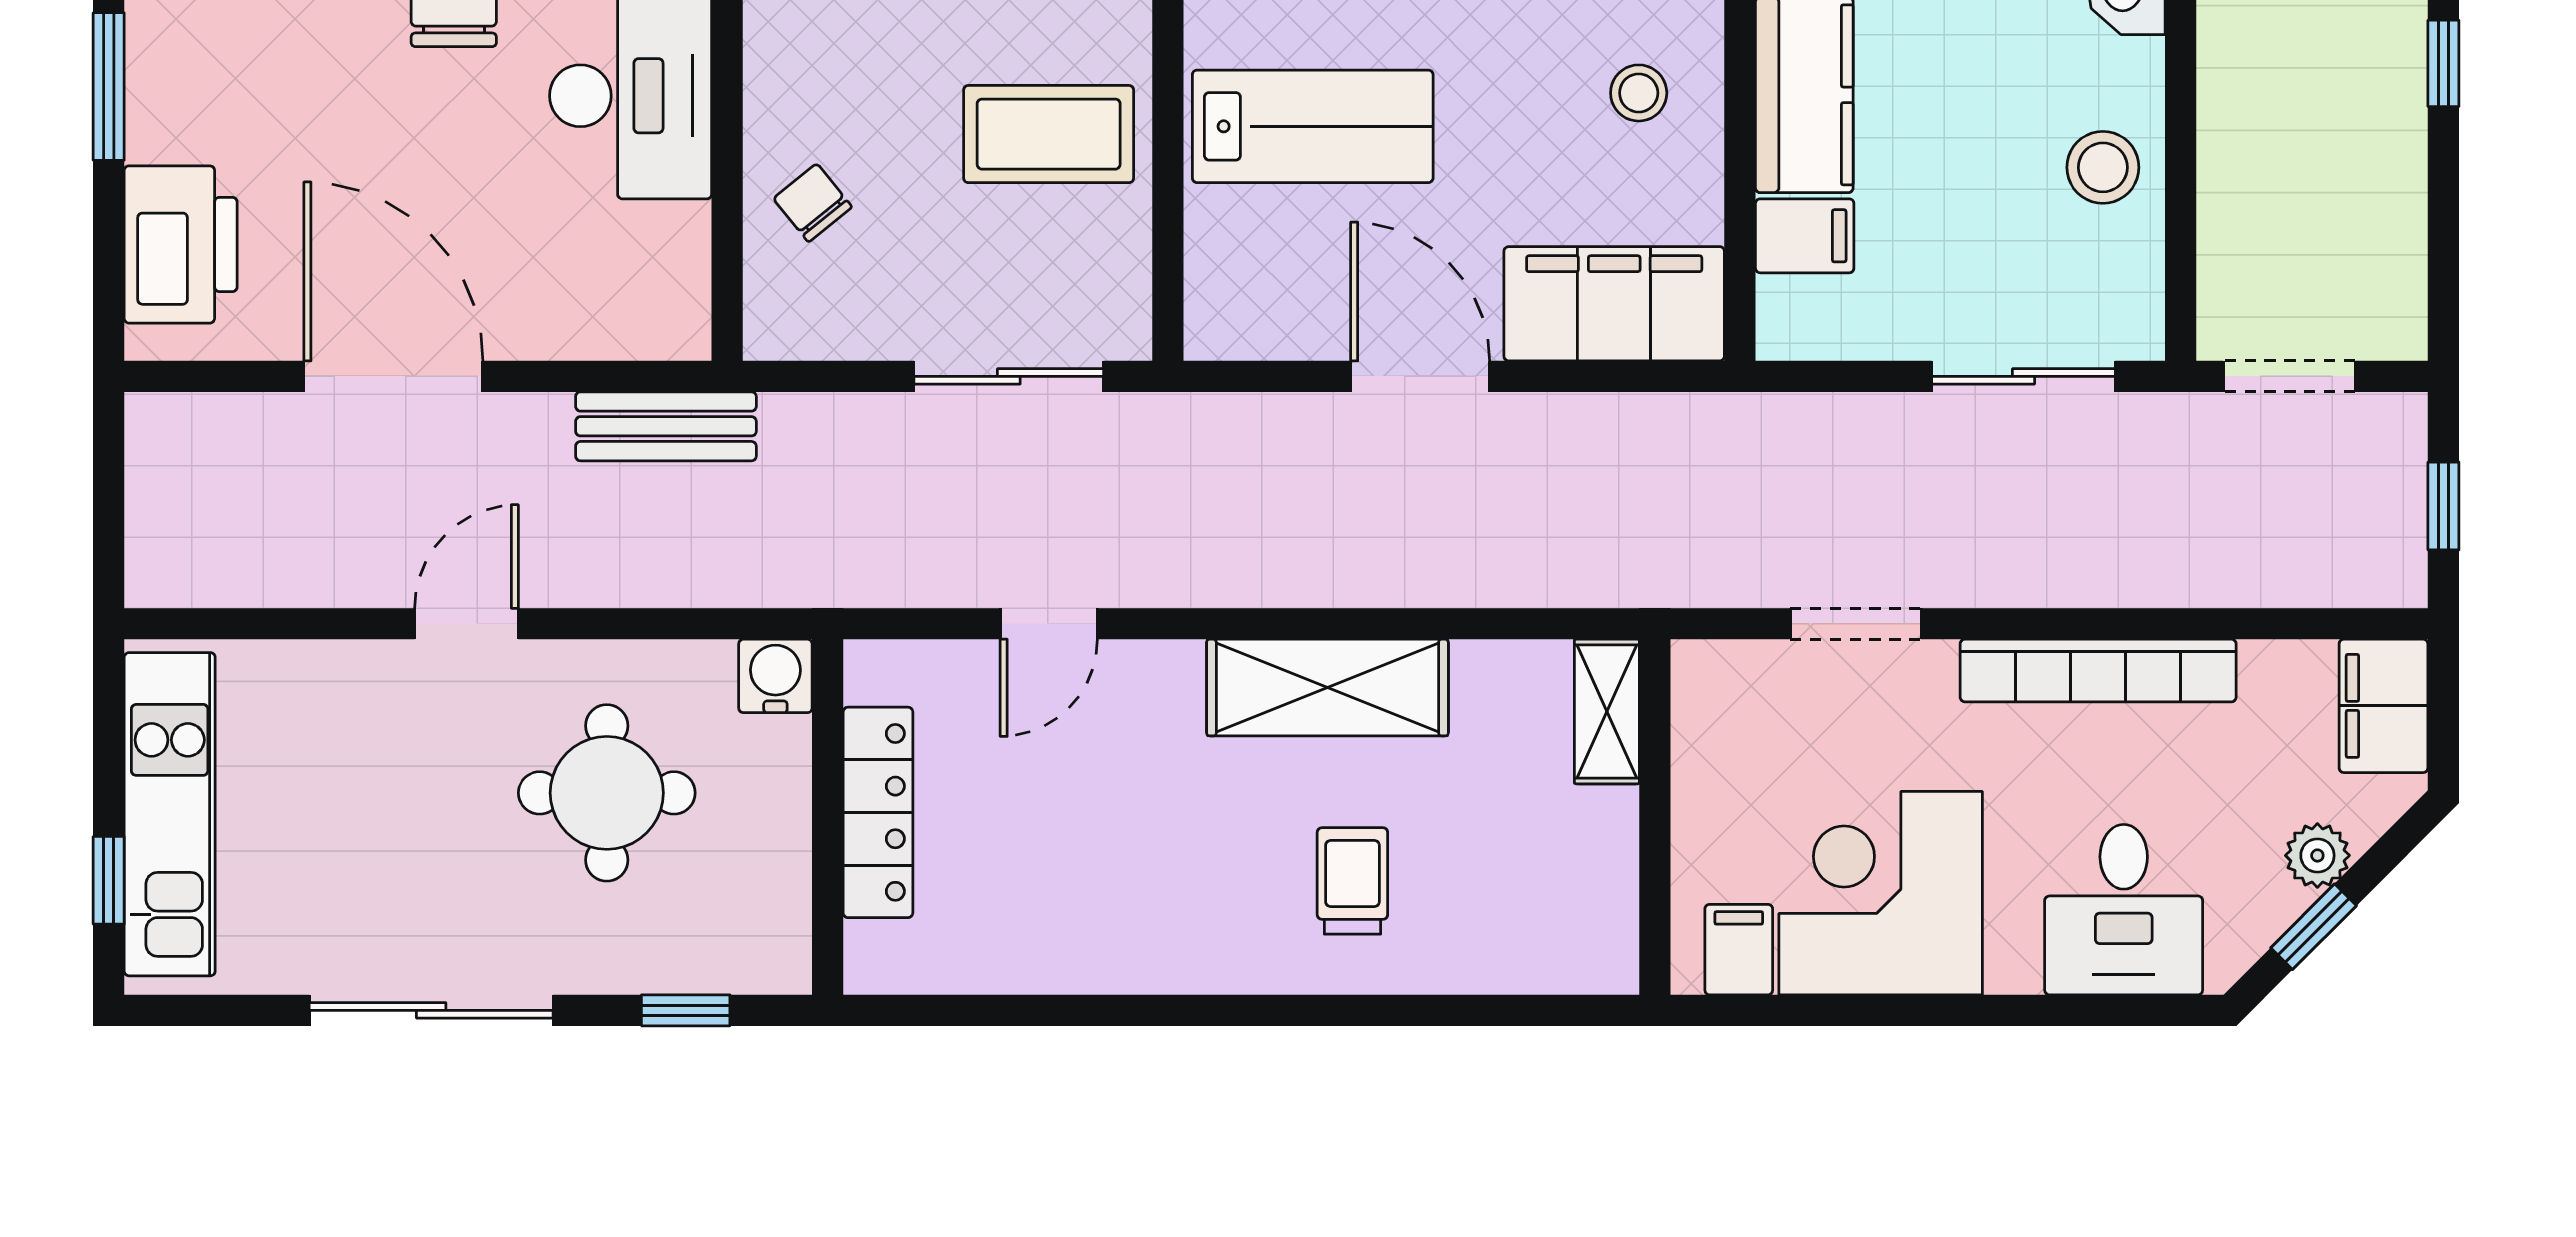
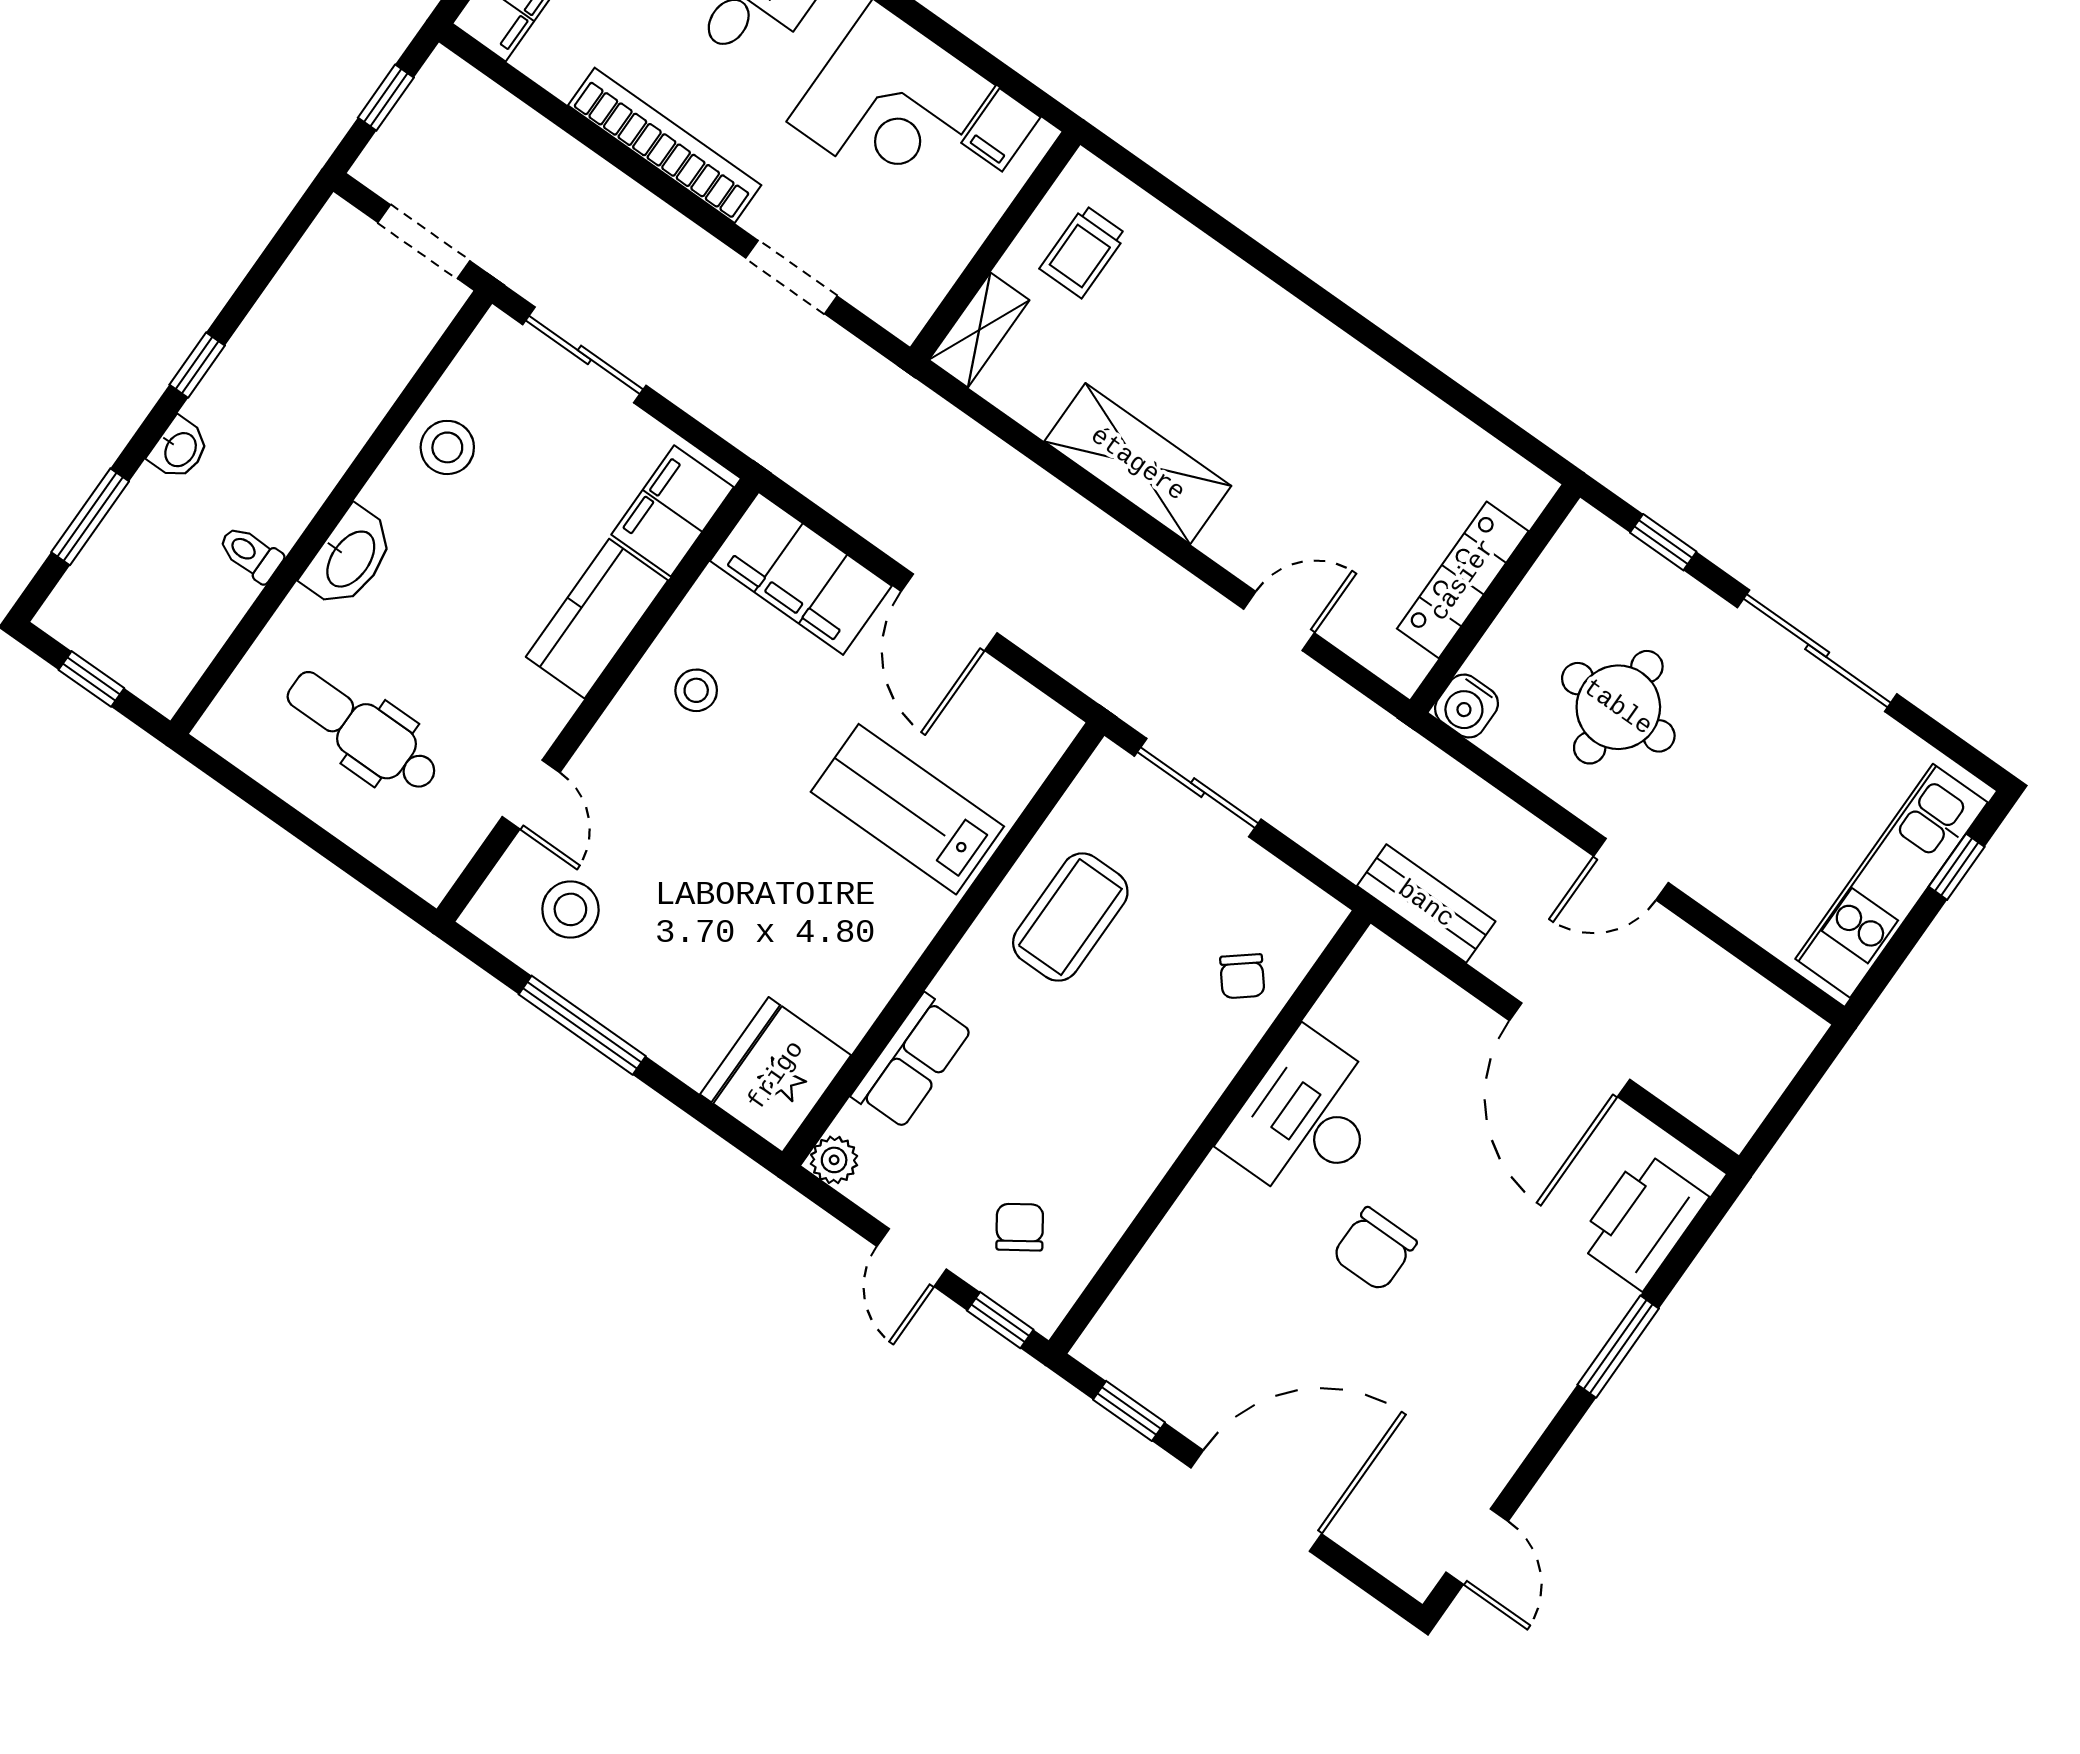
coffee table: (1049, 134) -> (1070, 917), turned 90
filing cabinet: (1805, 236) -> (673, 511), width x2.00
trolley: (1352, 881) -> (1083, 251), moved

